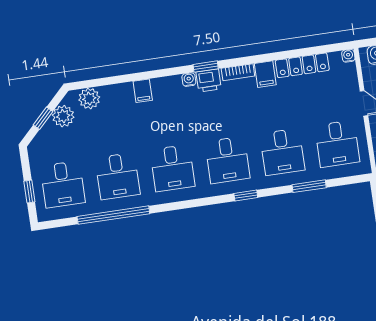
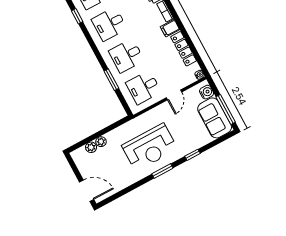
window: (246, 196) -> (77, 16), moved

